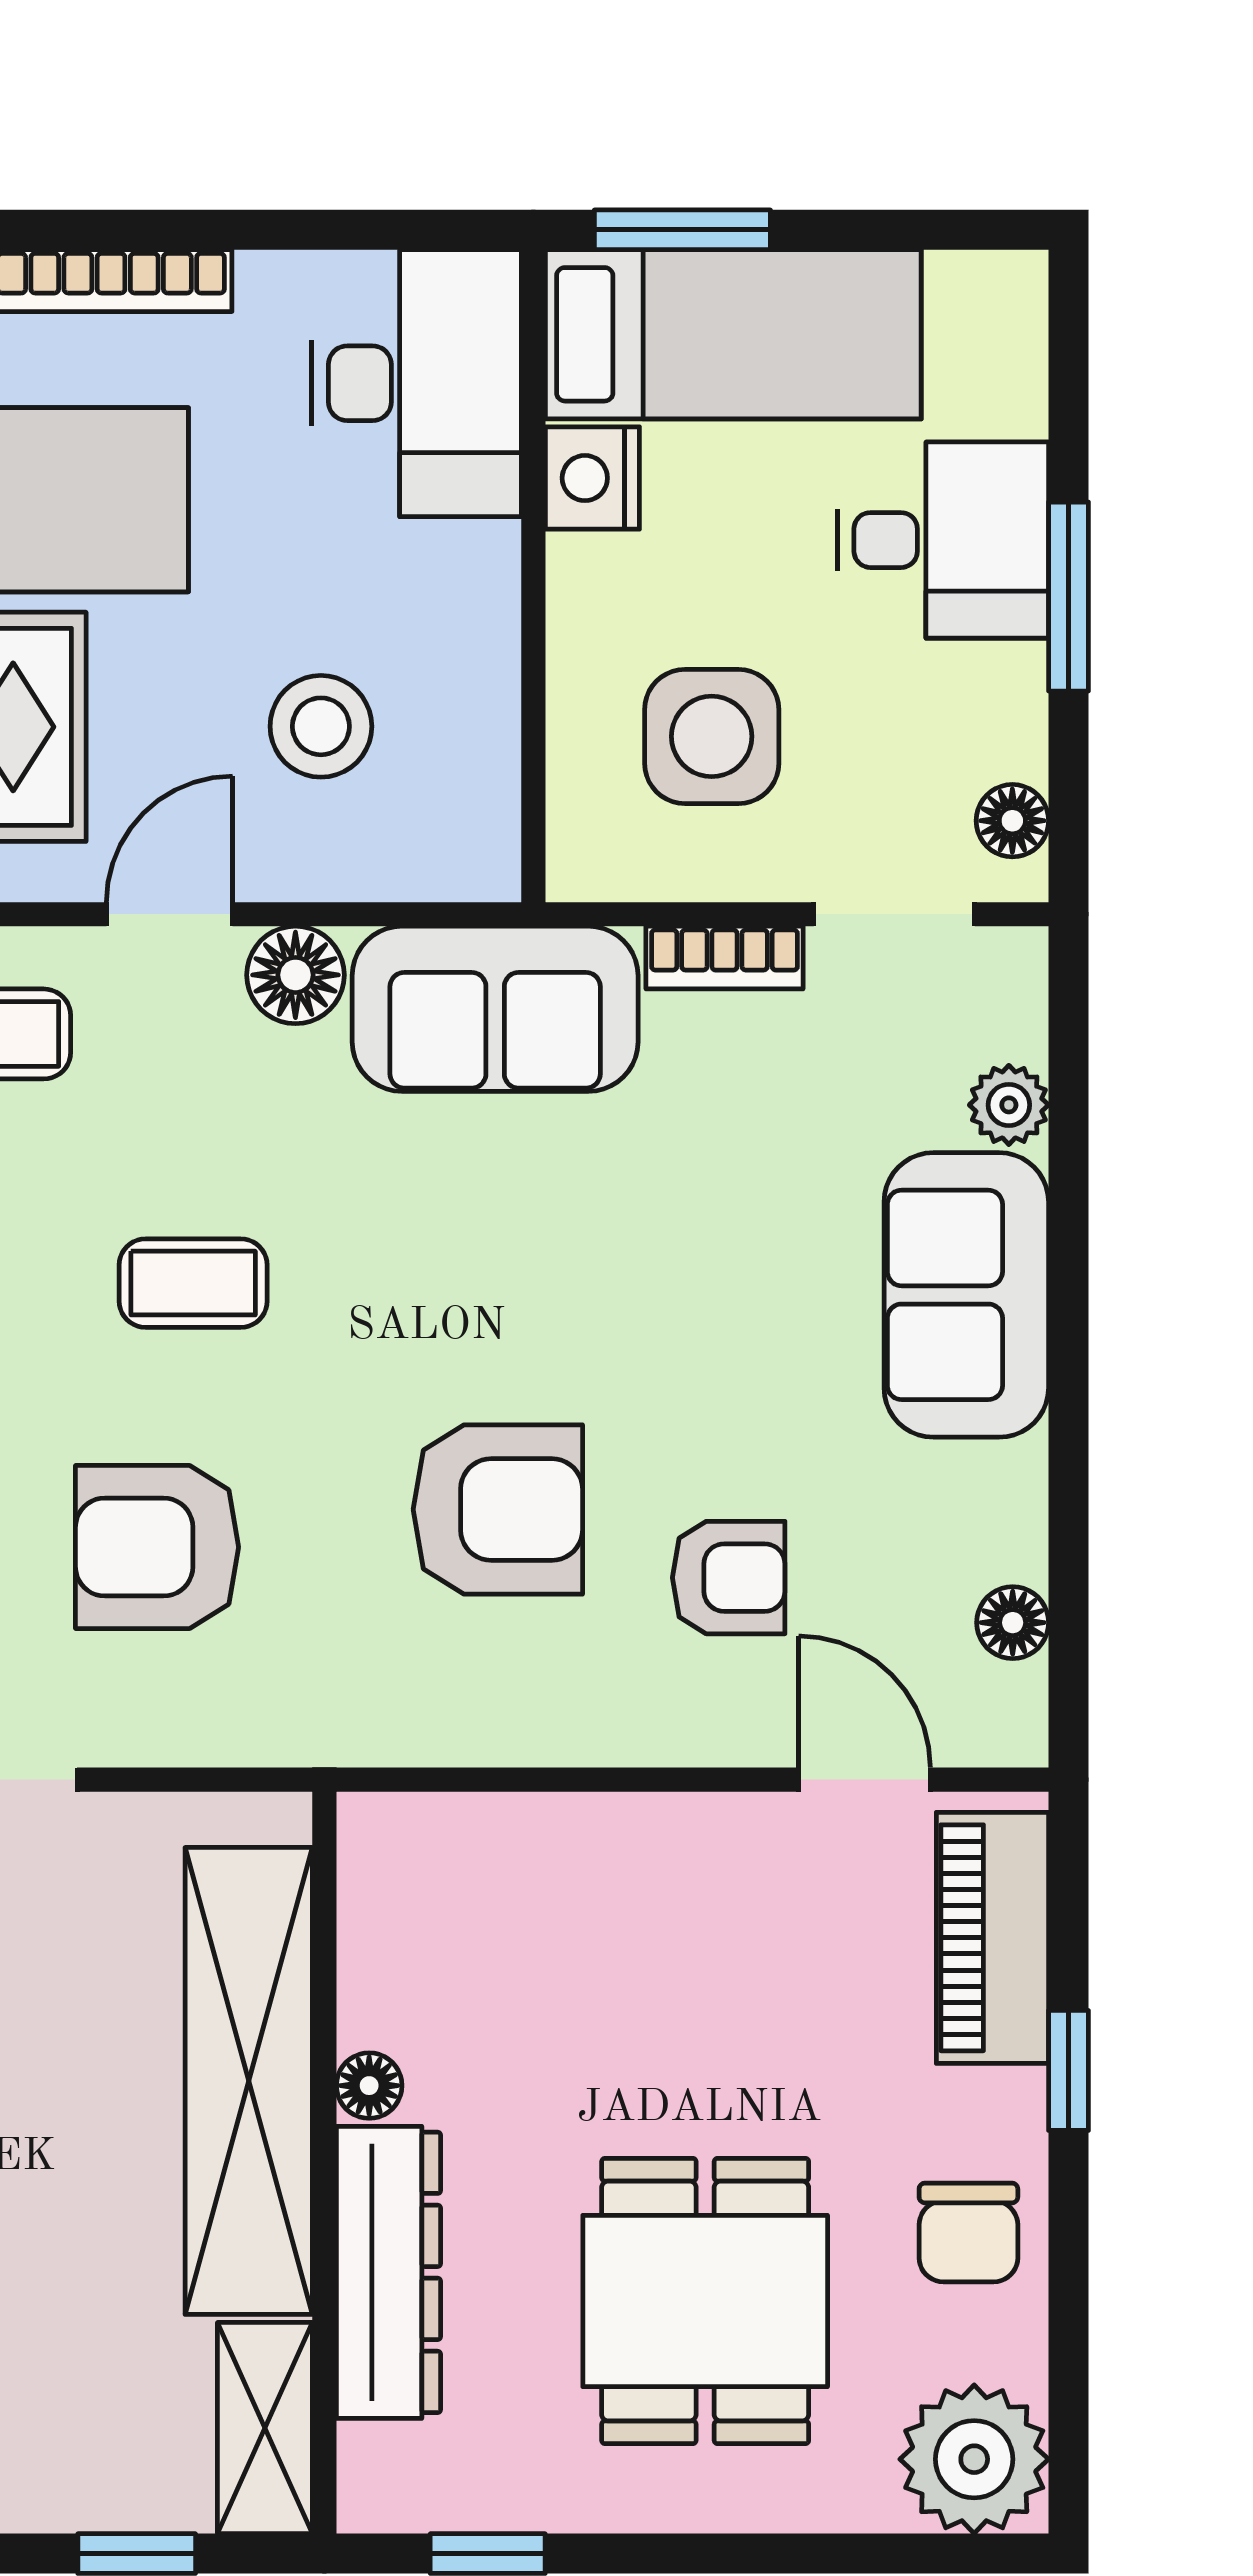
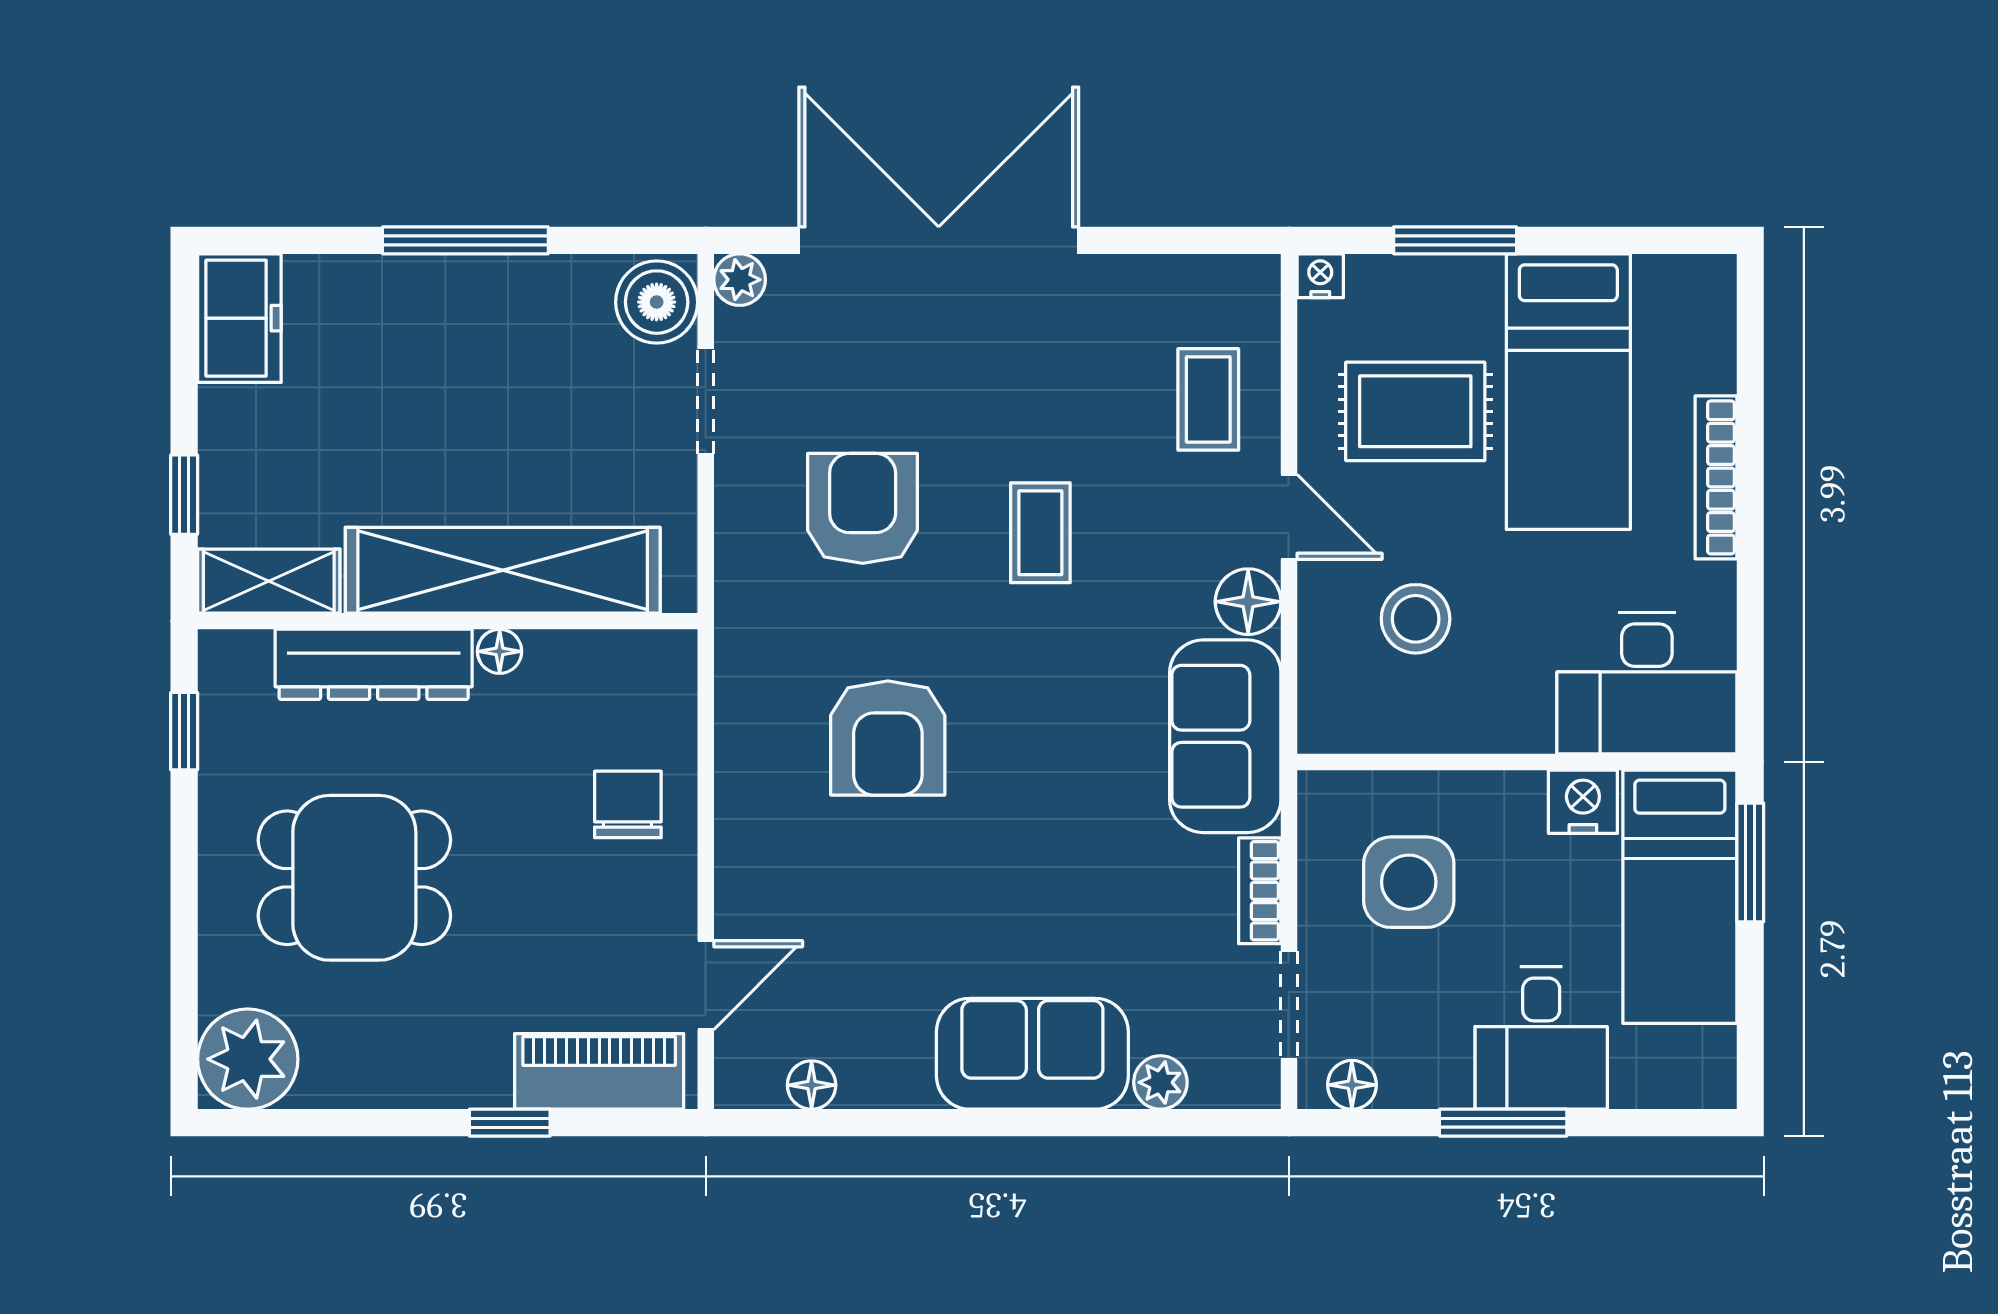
armchair: (729, 1578) -> (842, 894), removed
chair: (968, 2232) -> (628, 804), moved, turned 90

